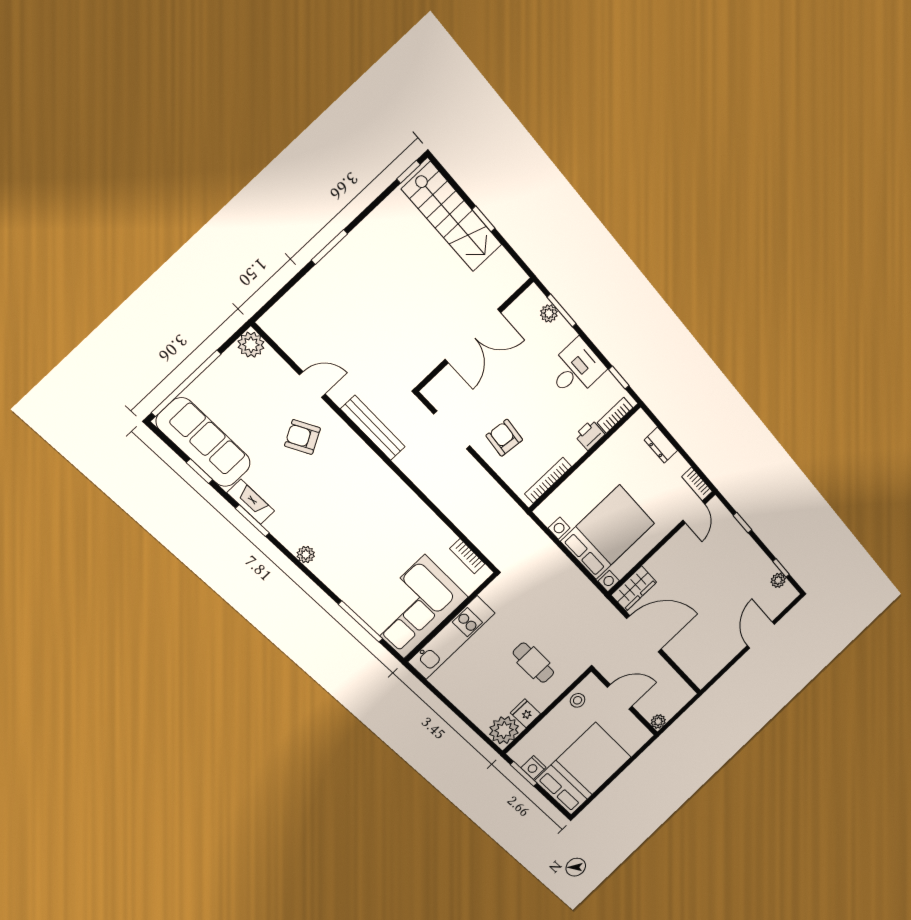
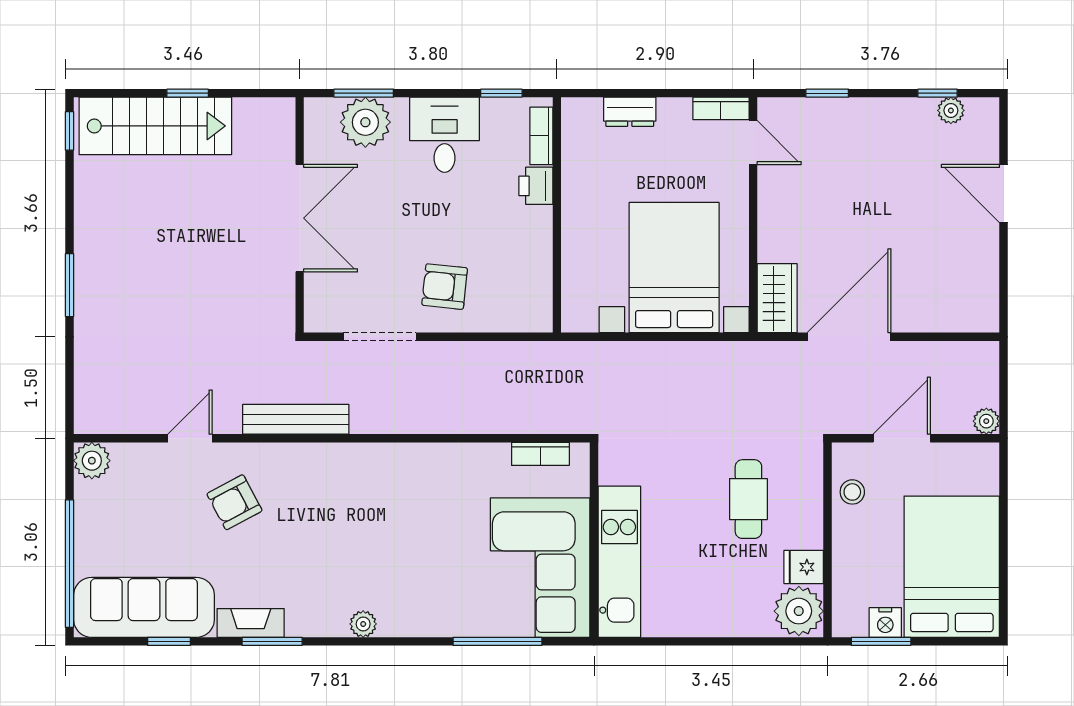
plant: (549, 313) -> (365, 122), width x1.87, depth x1.87
bookcase: (548, 480) -> (542, 281), removed
cafe table: (533, 663) -> (748, 499), turned 90

